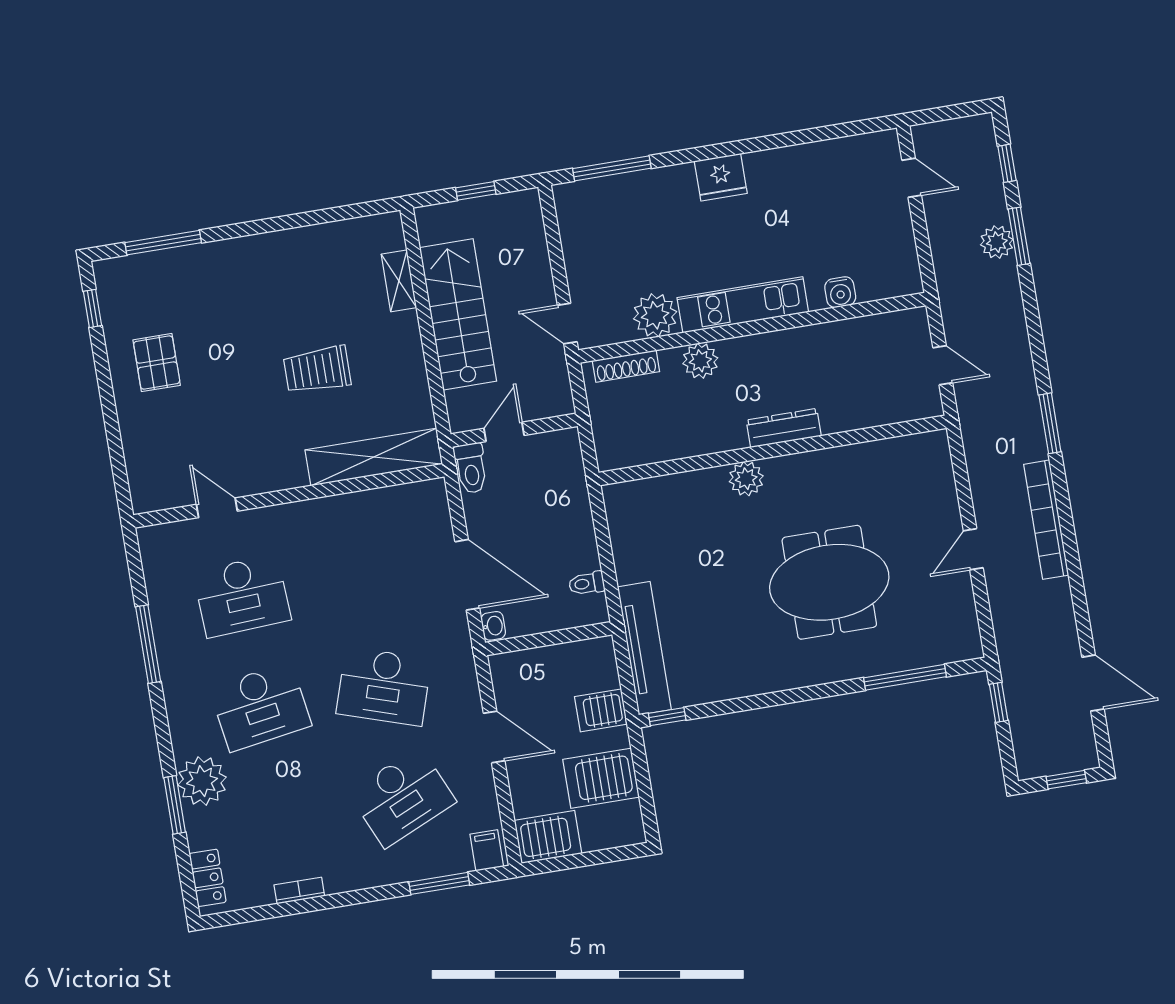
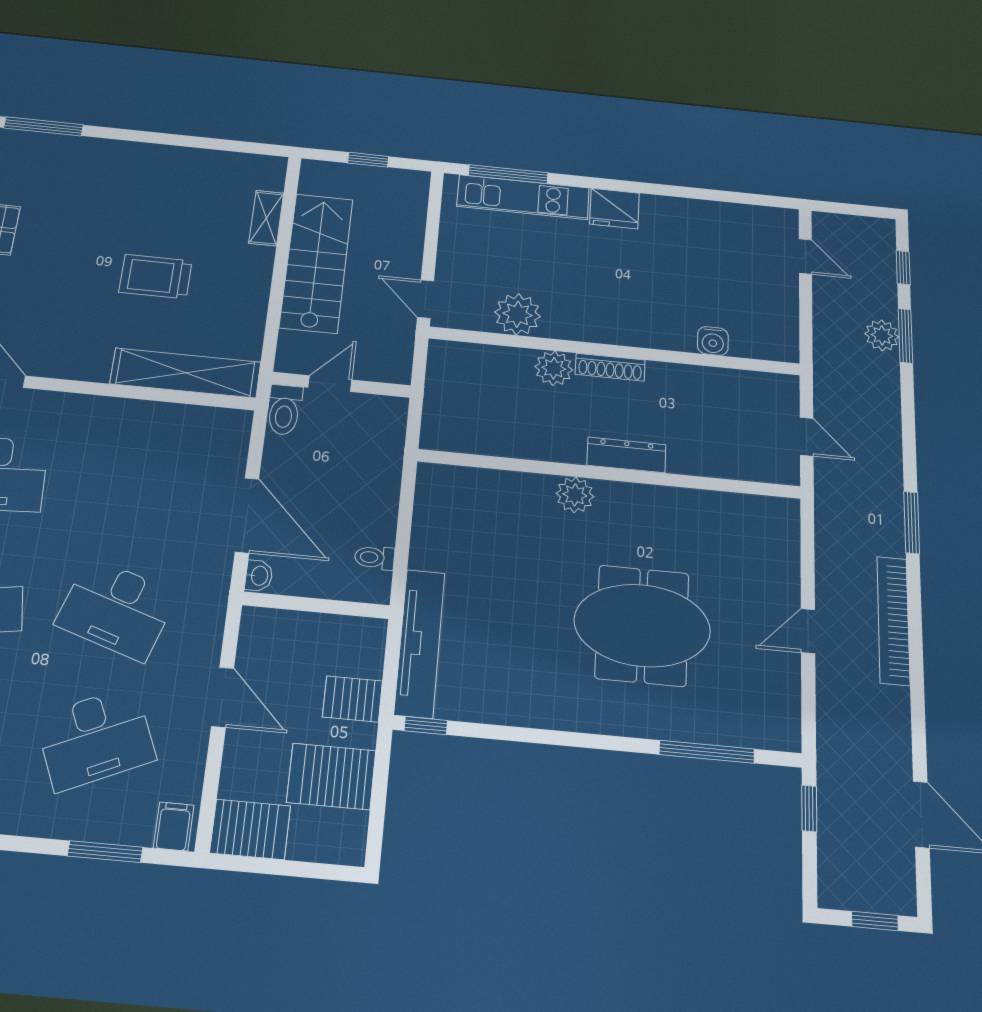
kitchen unit: (743, 305) -> (523, 197), moved, turned 180
shoe rack: (626, 366) -> (610, 367), moved

